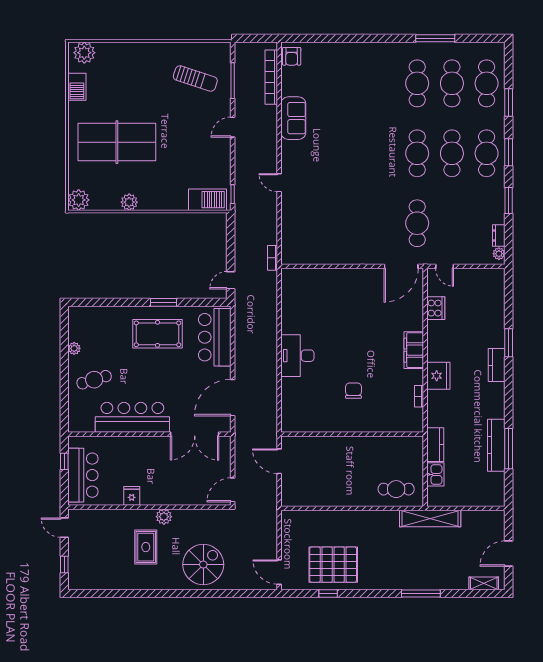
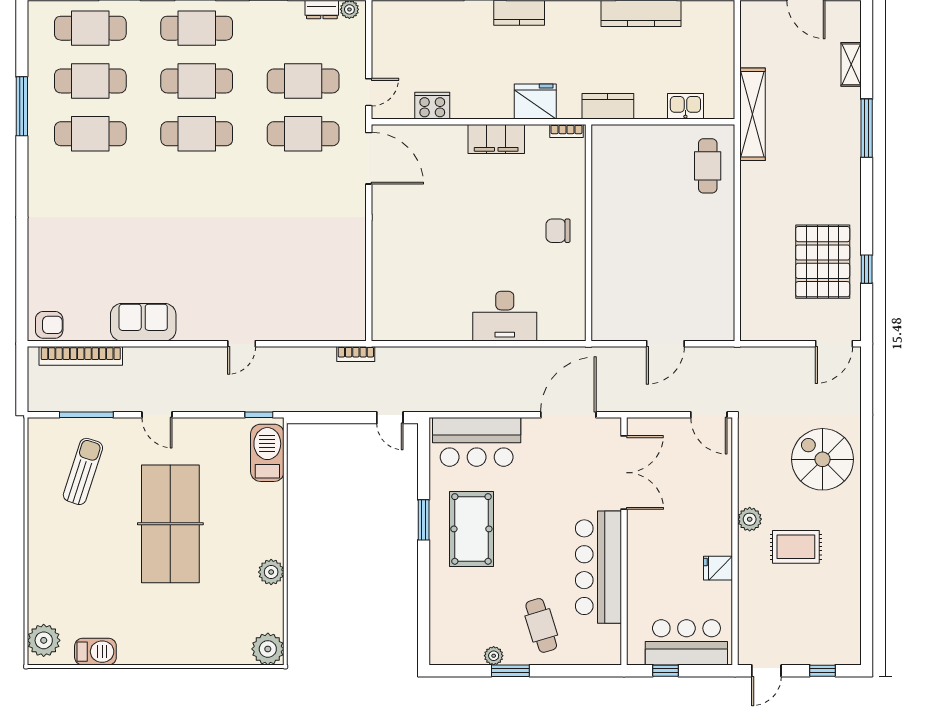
table tennis table: (117, 142) -> (170, 524), moved
cafe table: (452, 223) -> (303, 81), added
window: (64, 359) -> (510, 671), added
door: (233, 398) -> (568, 415), swing flipped
wall: (352, 434) -> (588, 233), moved
kitchen counter: (435, 445) -> (608, 106), moved
shelving: (484, 583) -> (851, 64), moved

